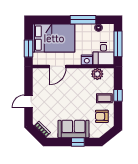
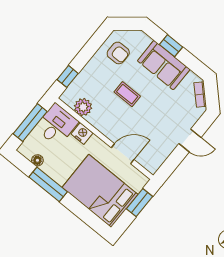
window: (118, 95) -> (68, 76), moved
coffee table: (104, 98) -> (127, 94), moved

